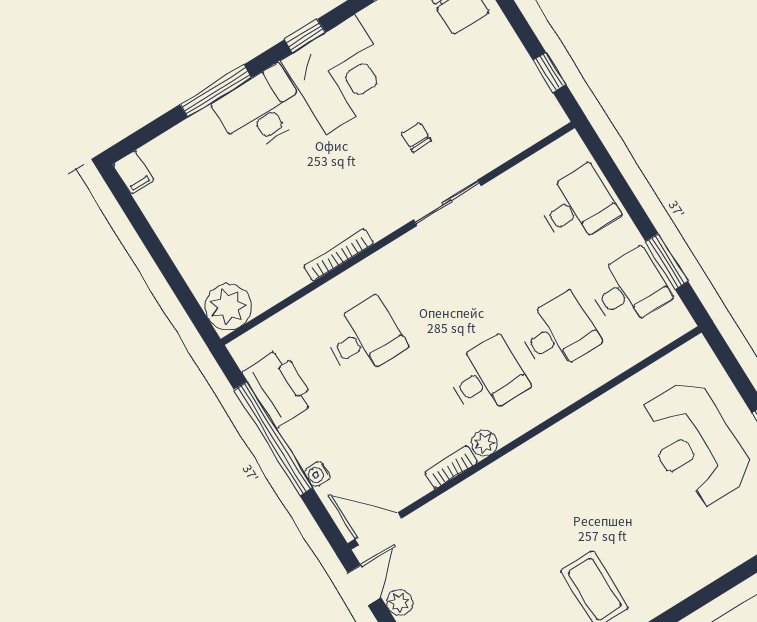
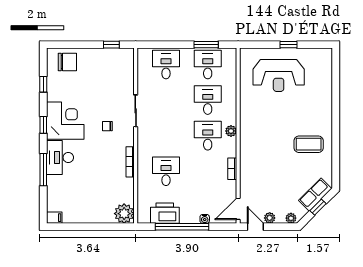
chair: (416, 137) -> (107, 126), moved
plant: (484, 443) -> (231, 131), moved

